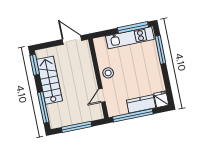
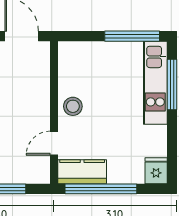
kitchen unit: (130, 38) -> (155, 83), moved, turned 90
kitchen counter: (141, 104) -> (82, 172), moved

